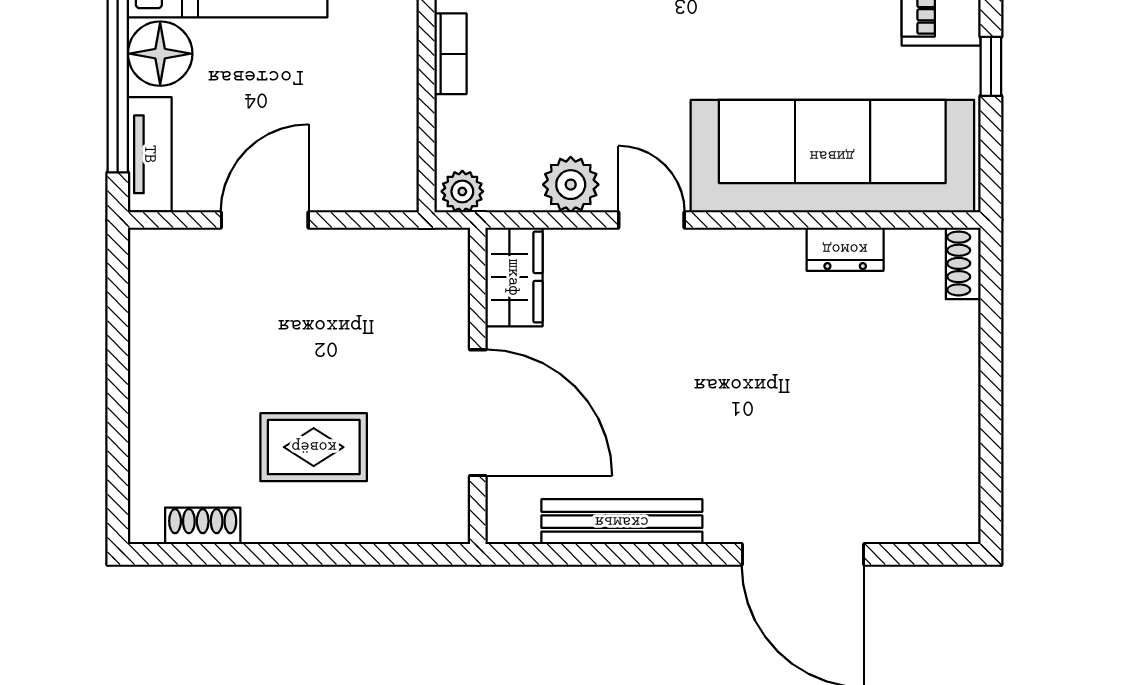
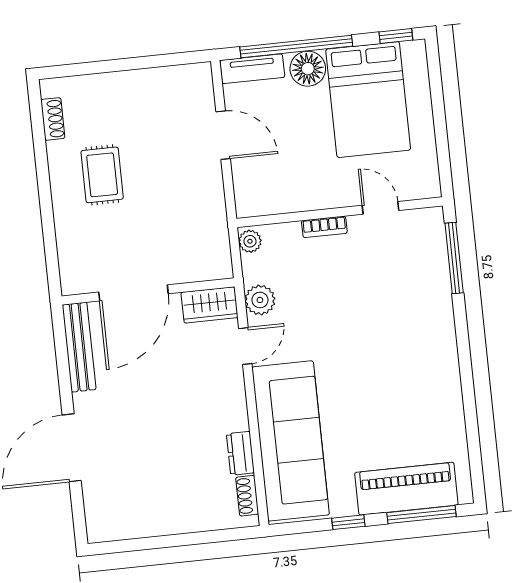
shoe rack: (963, 263) -> (247, 496), moved, turned -90
wardrobe: (514, 277) -> (210, 305), moved
wall: (478, 386) -> (148, 291), moved
door: (478, 413) -> (133, 293), moved

